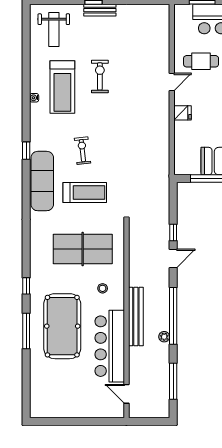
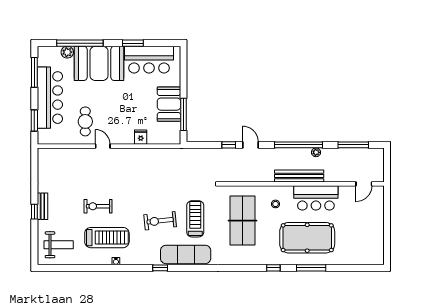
fridge: (182, 113) -> (141, 137), moved
exercise bike: (82, 151) -> (160, 221), width x1.38, depth x1.39
bar counter: (110, 346) -> (316, 198), width x0.73

